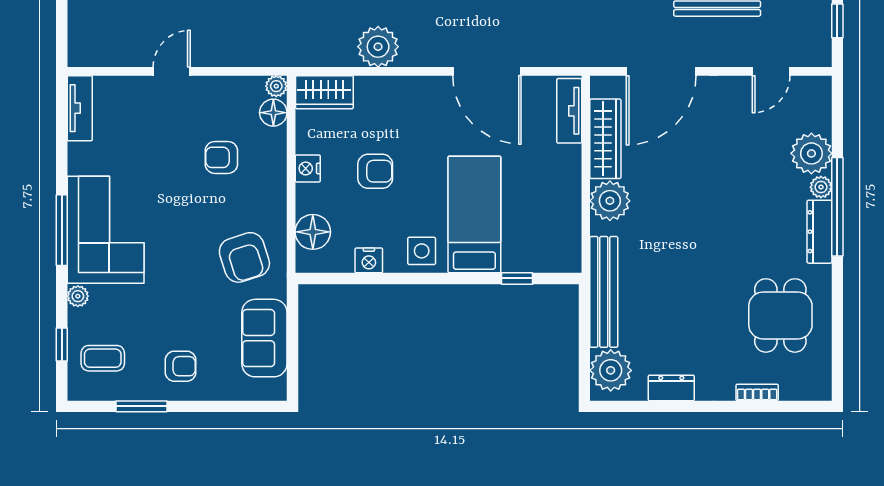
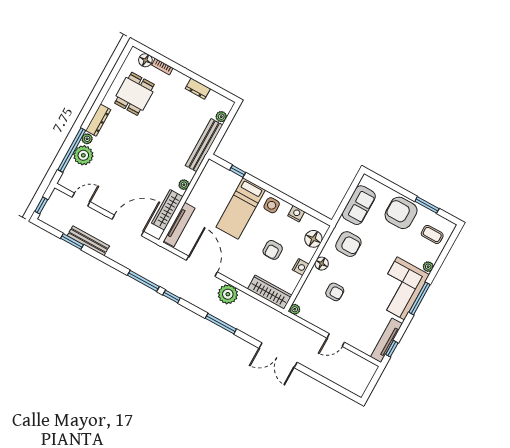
plant: (378, 47) -> (228, 294), moved
wardrobe: (324, 92) -> (270, 292), width x1.50
tv unit: (80, 108) -> (386, 340), width x1.41
tv unit: (569, 111) -> (179, 225), width x1.41
floor lamp: (273, 113) -> (322, 264), moved
armchair: (375, 171) -> (273, 250), turned -90
plant: (610, 201) -> (184, 185), width x0.53, depth x0.53
window: (837, 207) -> (72, 150), moved
armchair: (244, 257) -> (348, 244), turned 108
window: (62, 345) -> (392, 349), moved
armchair: (181, 366) -> (401, 213), width x1.88, depth x1.88
plant: (611, 370) -> (221, 117), width x0.53, depth x0.53
floor lamp: (794, 387) -> (145, 60), added

